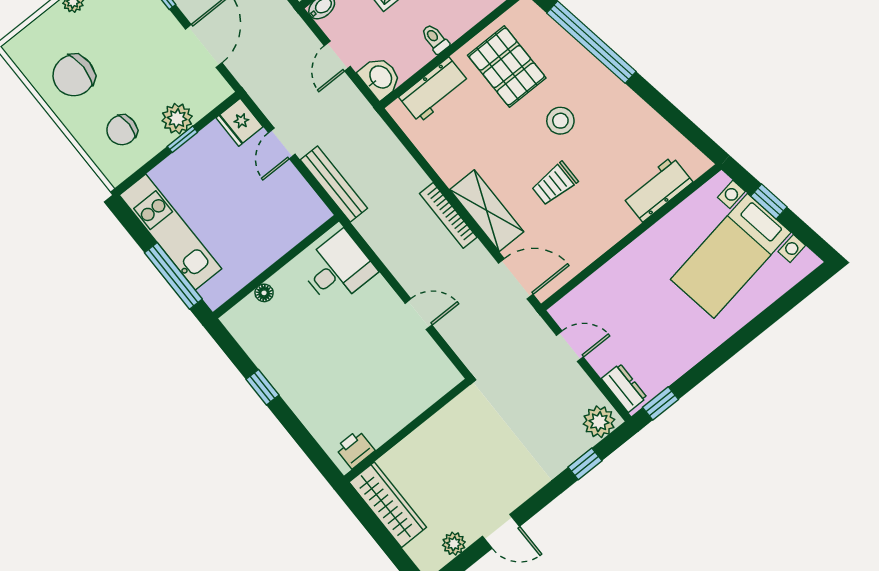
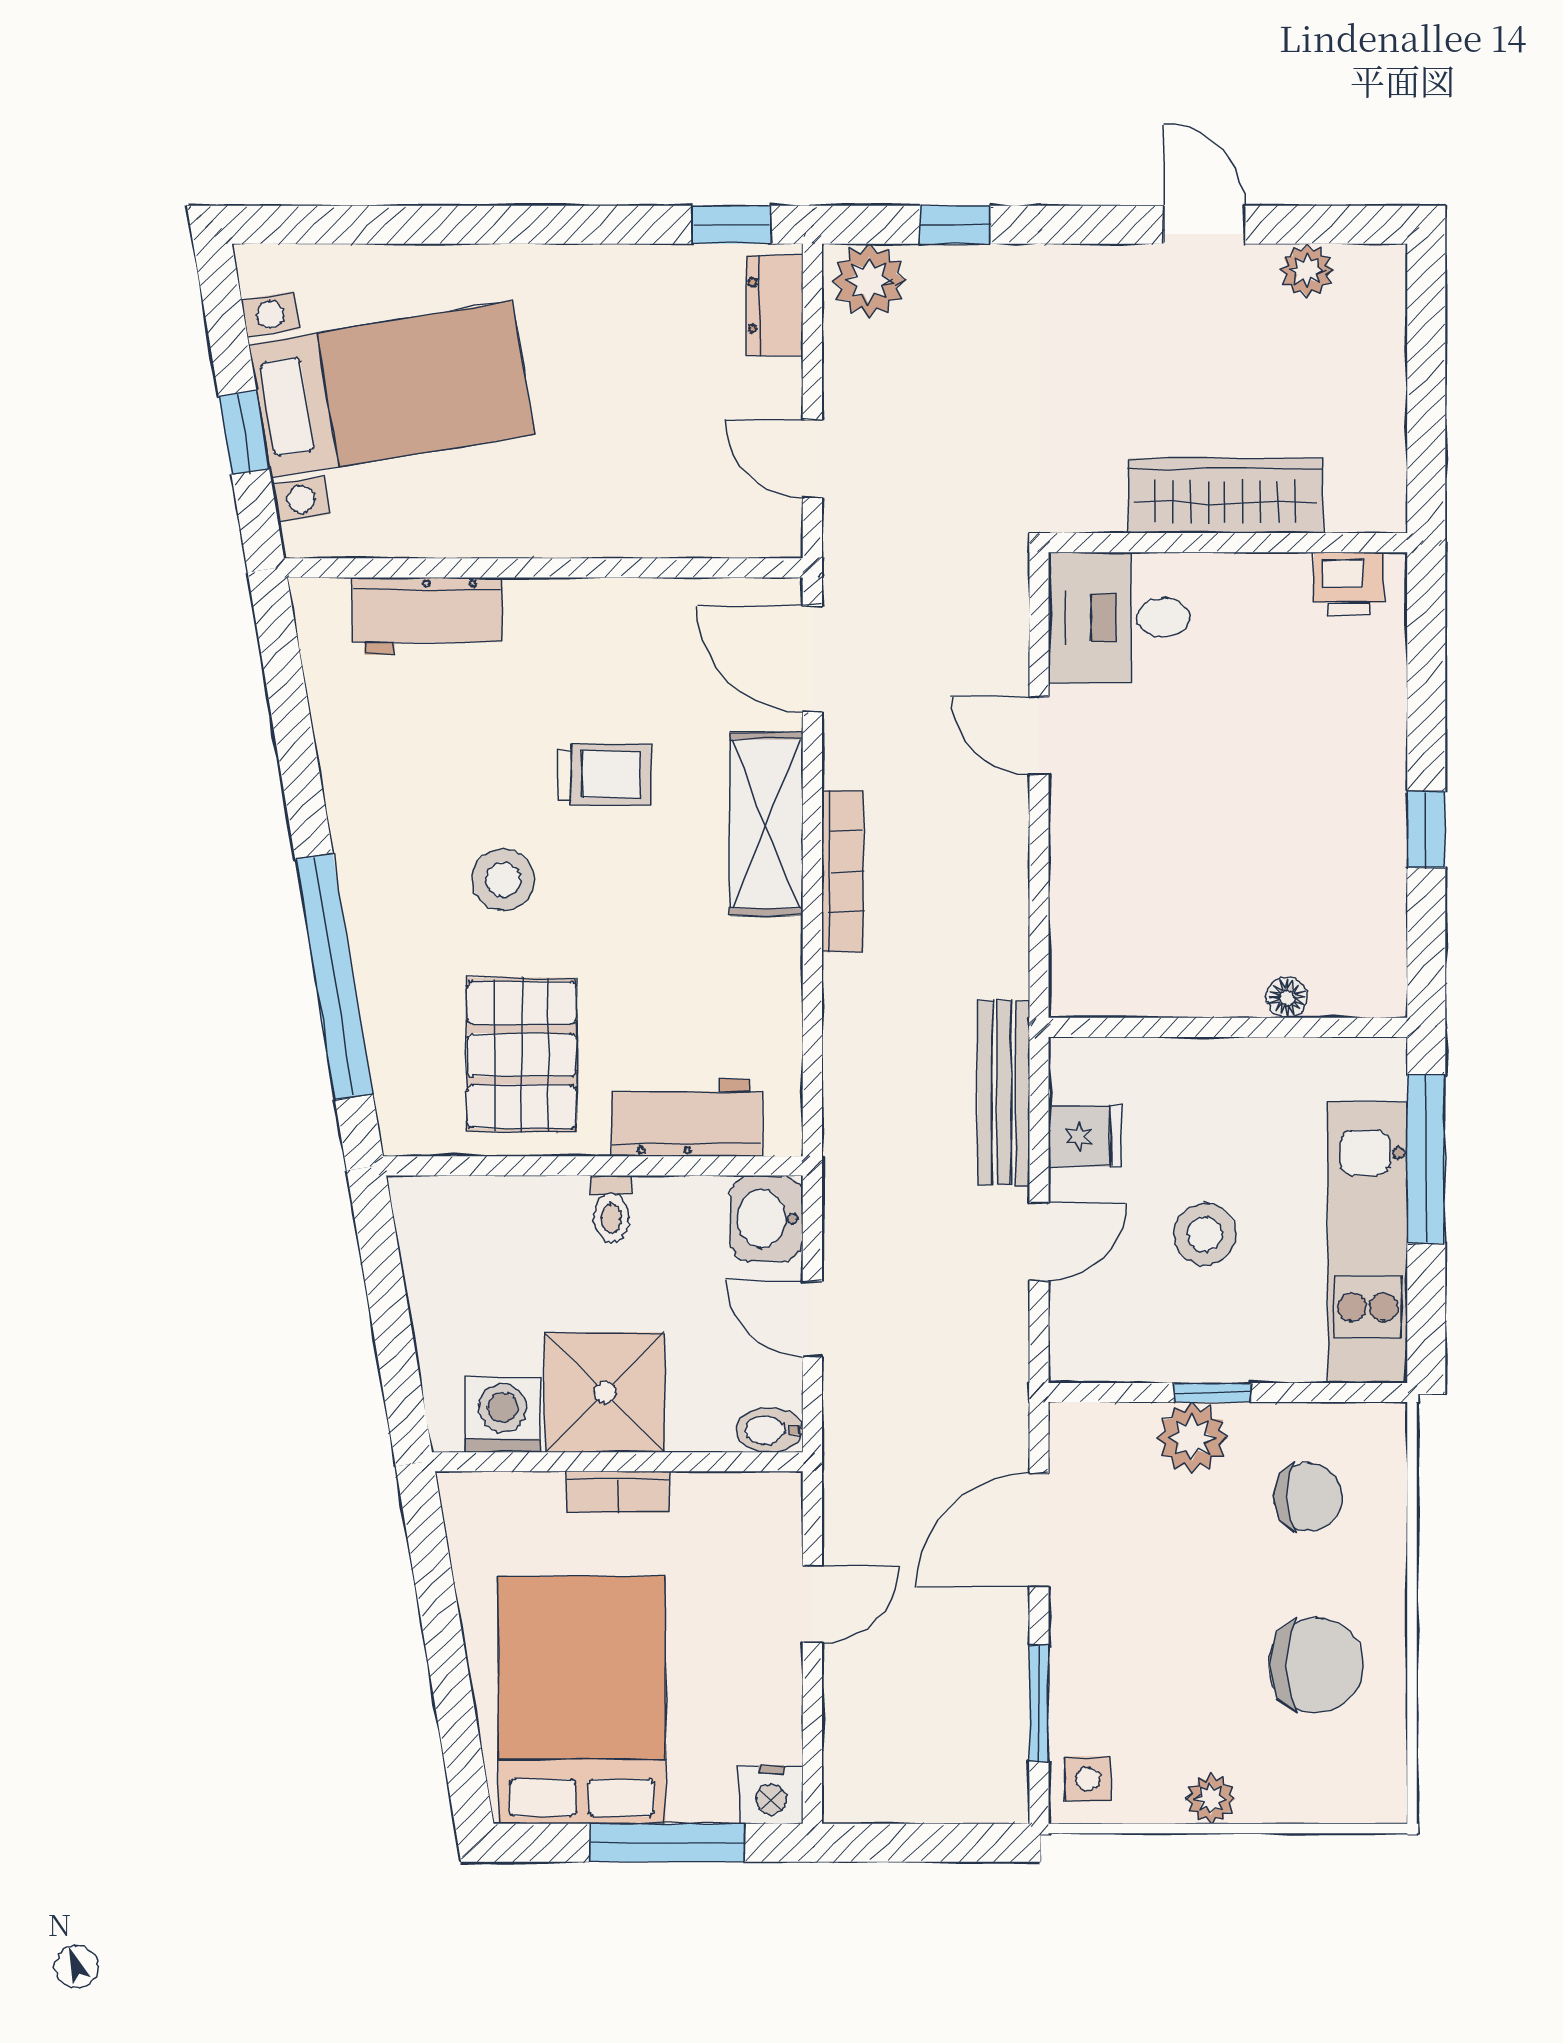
door: (337, 56) -> (812, 1319), swing flipped
fridge: (239, 122) -> (1085, 1136), moved, width x0.72
stool: (228, 191) -> (1205, 1234), added
desk: (338, 269) -> (1119, 618), moved
wardrobe: (388, 505) -> (1226, 496), moved, turned 90

